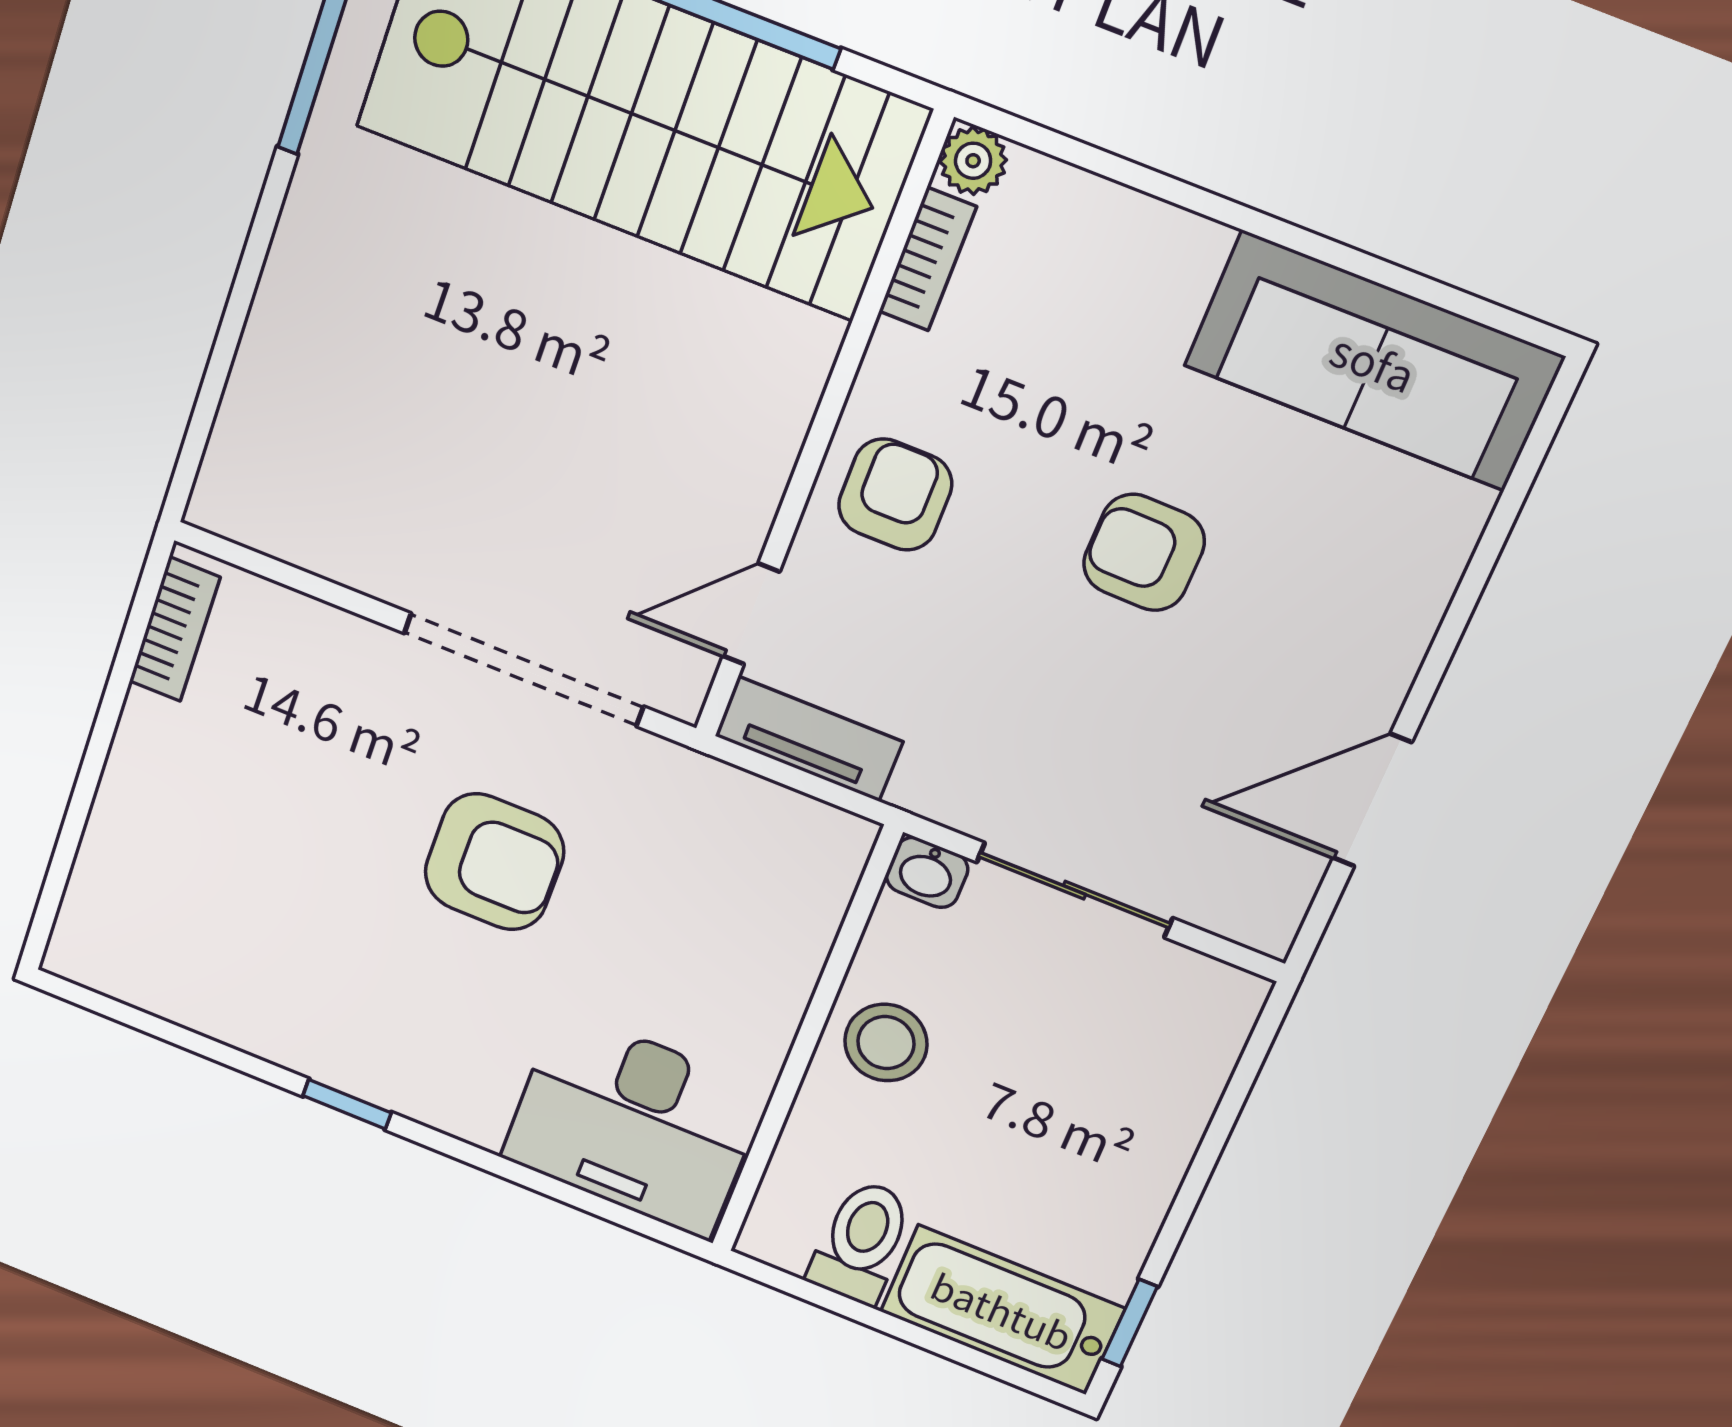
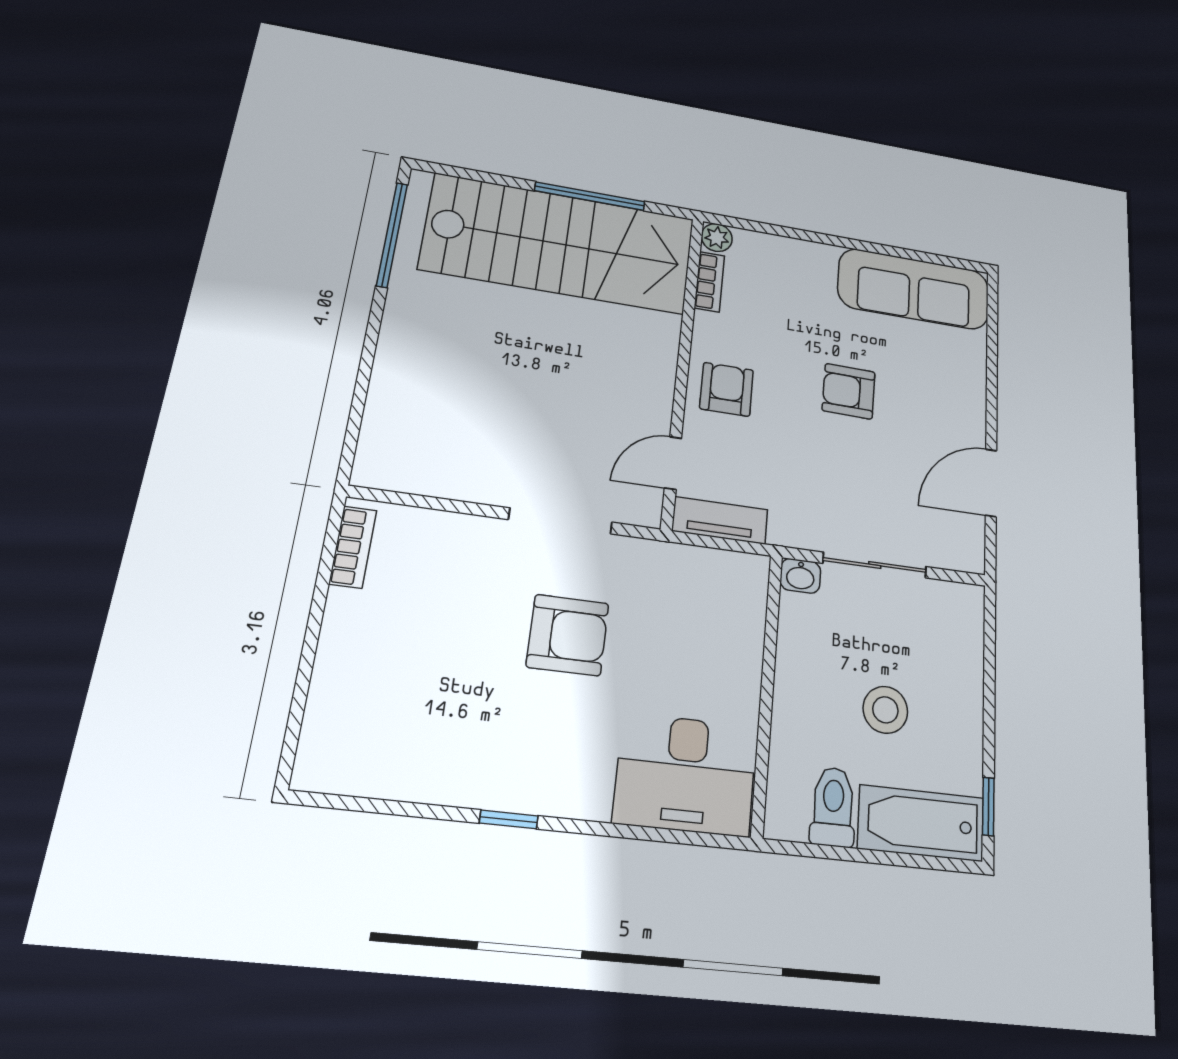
doorway: (524, 670) -> (560, 521), width x0.73
stool: (886, 1043) -> (885, 710), moved

